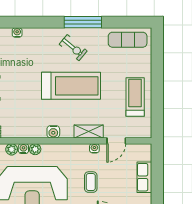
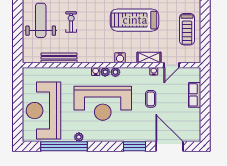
treadmill: (71, 86) -> (135, 20), turned 180
treadmill: (135, 97) -> (187, 29), turned 180
plant: (12, 149) -> (115, 72), moved

